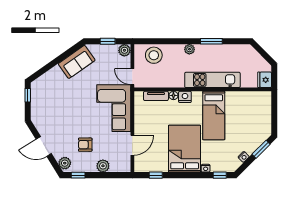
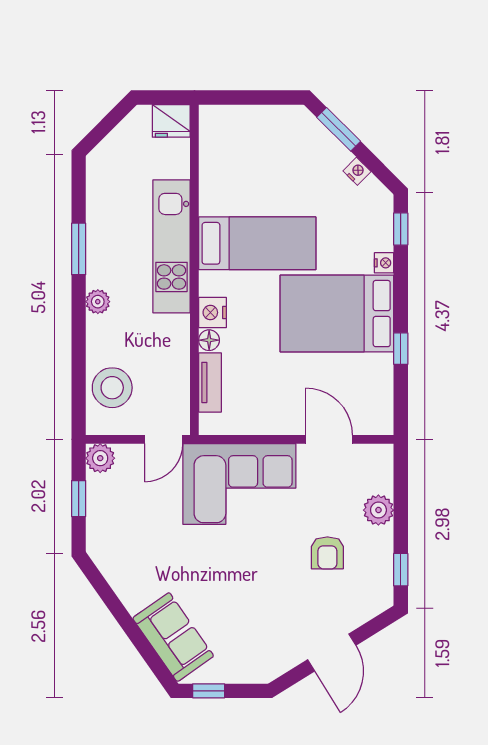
sofa: (77, 62) -> (173, 637), moved
plant: (65, 163) -> (372, 602), removed
window: (156, 175) -> (401, 349), moved

